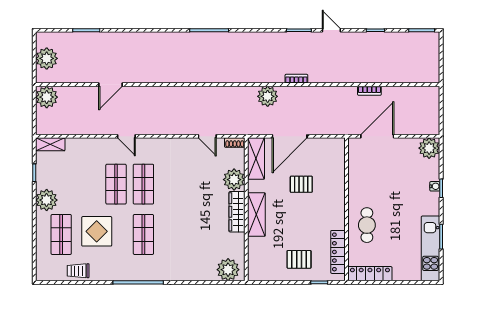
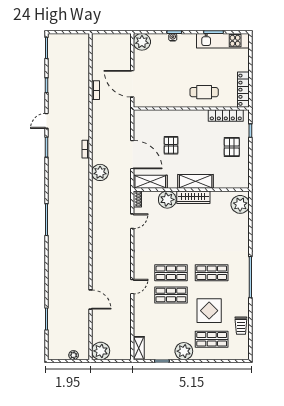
plant: (47, 58) -> (74, 355), width x0.53, depth x0.53

